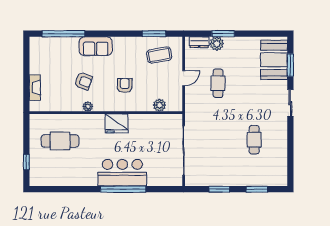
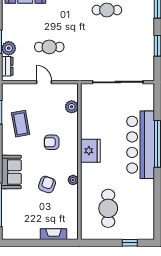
coffee table: (159, 55) -> (21, 124), moved
bar counter: (122, 173) -> (141, 145), width x1.36

